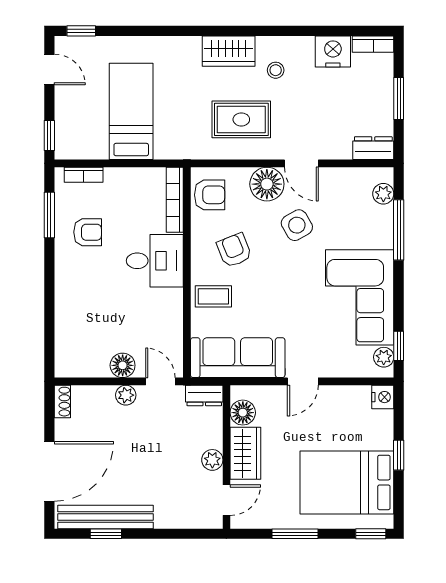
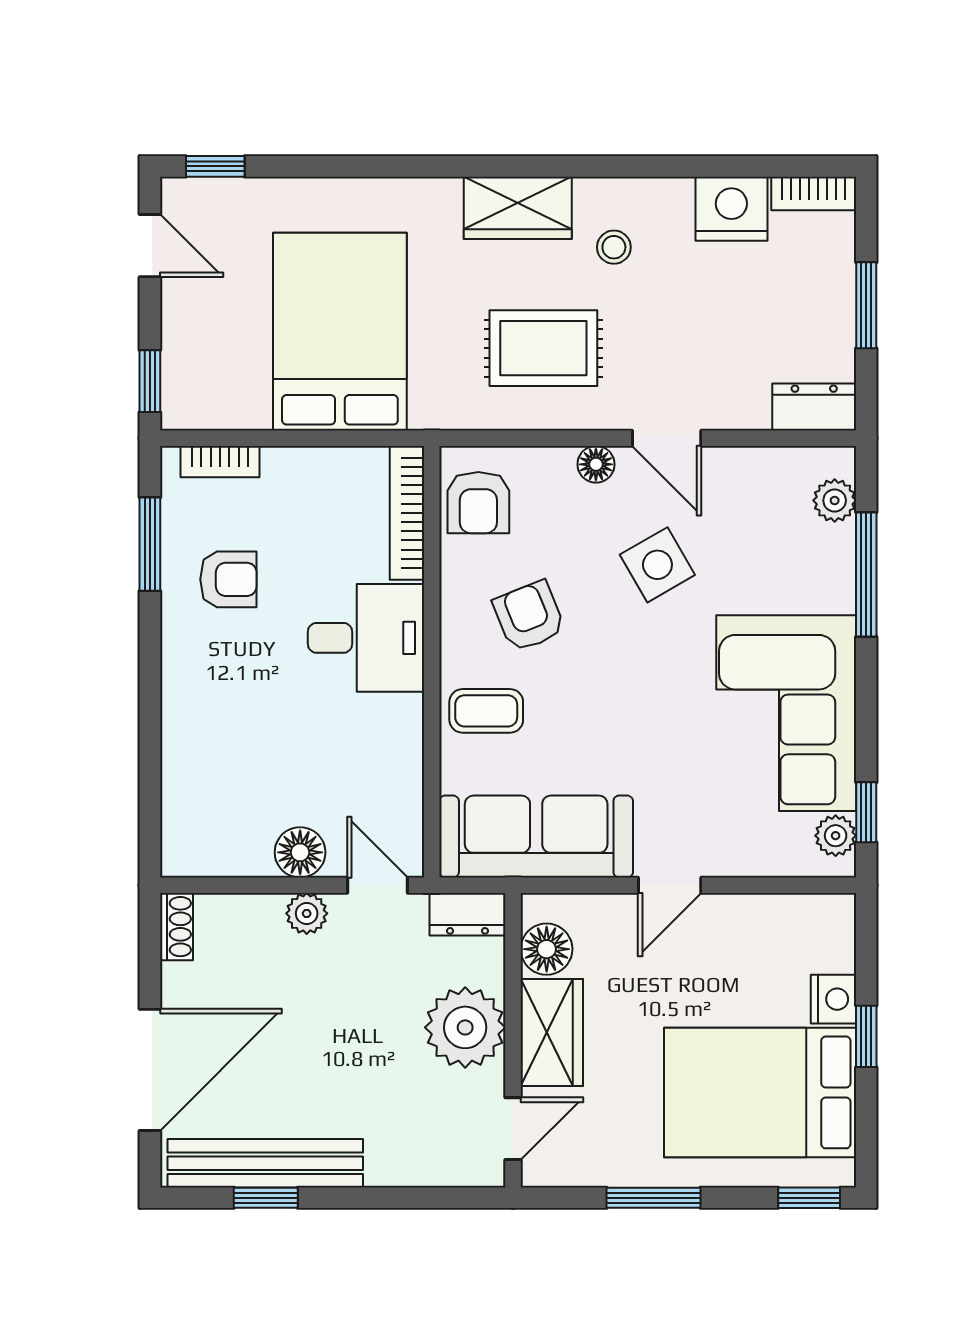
bed: (131, 111) -> (340, 332), width x1.50
floor lamp: (267, 184) -> (596, 464), width x0.53, depth x0.53
armchair: (210, 195) -> (478, 503), turned 90
nightstand: (383, 397) -> (834, 999), moved
plant: (212, 460) -> (465, 1027), width x1.88, depth x1.88

